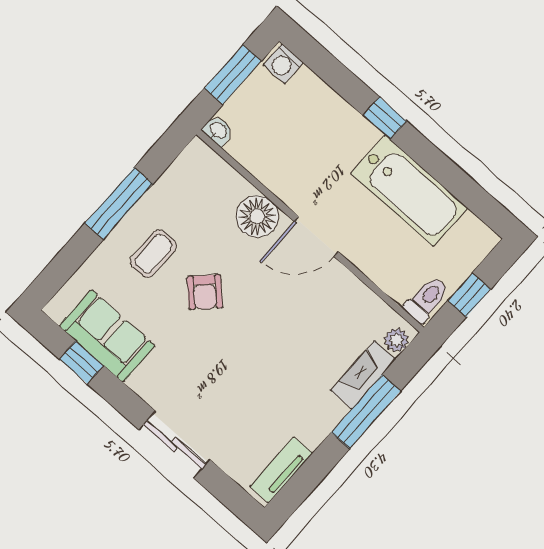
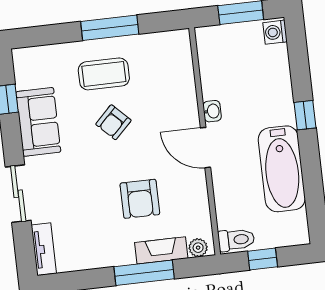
washbasin: (218, 131) -> (212, 111), moved
floor lamp: (257, 216) -> (182, 106), removed
coffee table: (153, 254) -> (104, 74), width x1.36, depth x1.30
sofa: (107, 336) -> (38, 122), moved
armchair: (297, 344) -> (140, 199), added
tv unit: (281, 470) -> (44, 249), moved, turned 90

